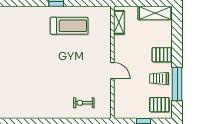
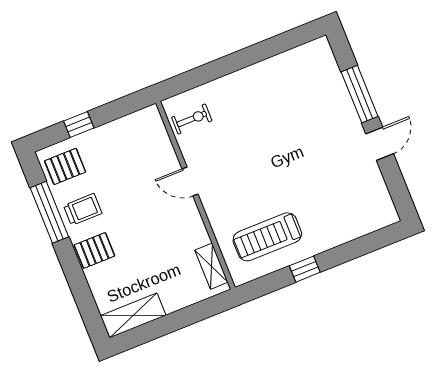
shelving: (119, 22) -> (211, 266), moved
wall: (112, 62) -> (196, 195), moved
door: (112, 71) -> (190, 182), moved

